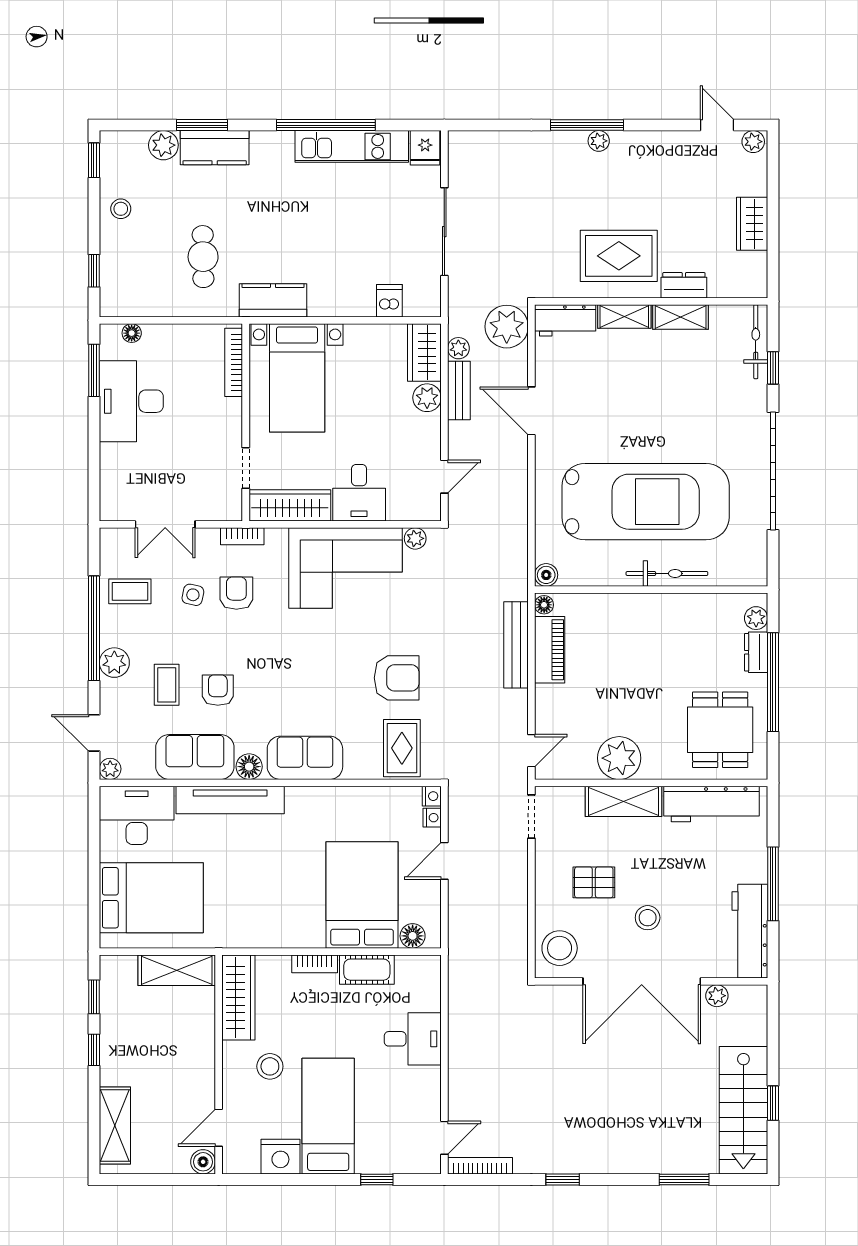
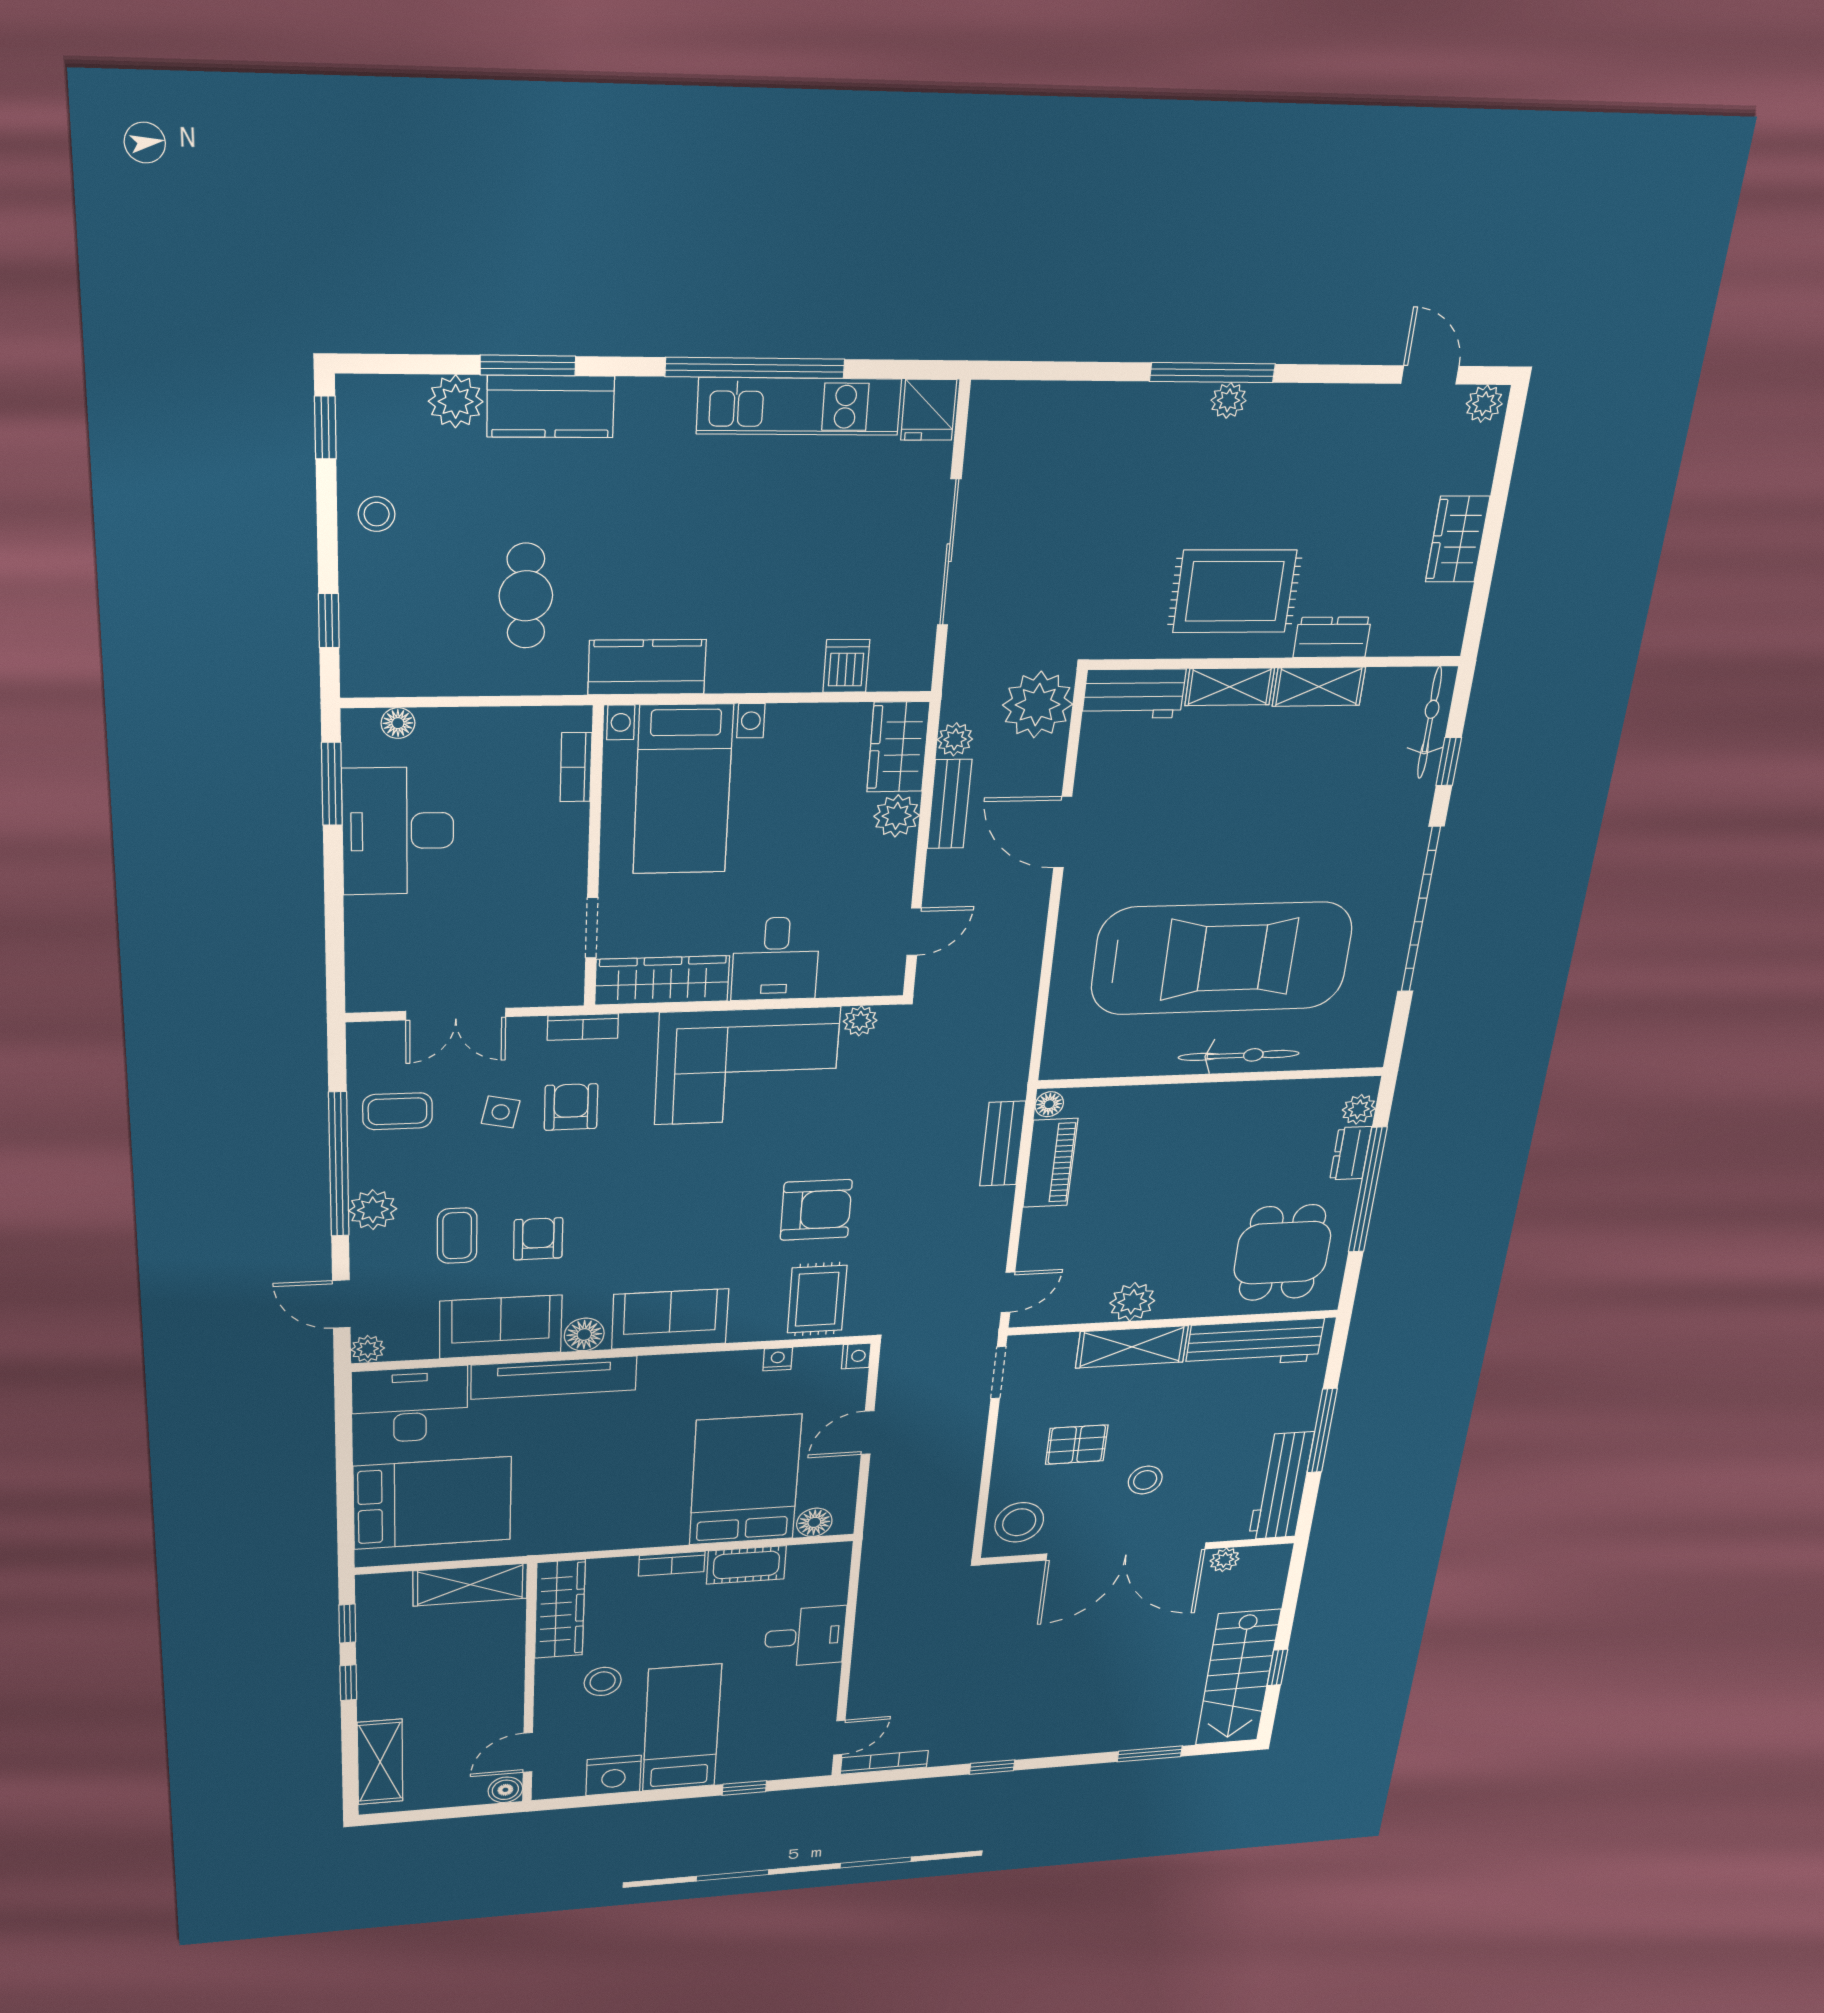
bookcase: (234, 362) -> (576, 767), width x0.64
boiler: (546, 575) -> (1057, 1064), removed
bench: (516, 645) -> (1003, 1144), width x0.73
plant: (619, 758) -> (1132, 1302), width x0.73, depth x0.73
nightstand: (432, 818) -> (778, 1359), moved, turned -90

